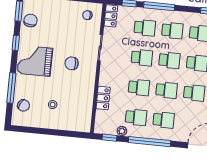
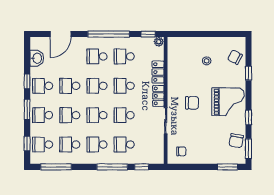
locker: (111, 16) -> (158, 96), moved
window: (11, 88) -> (248, 73), width x0.46
plant: (122, 131) -> (159, 42), moved

